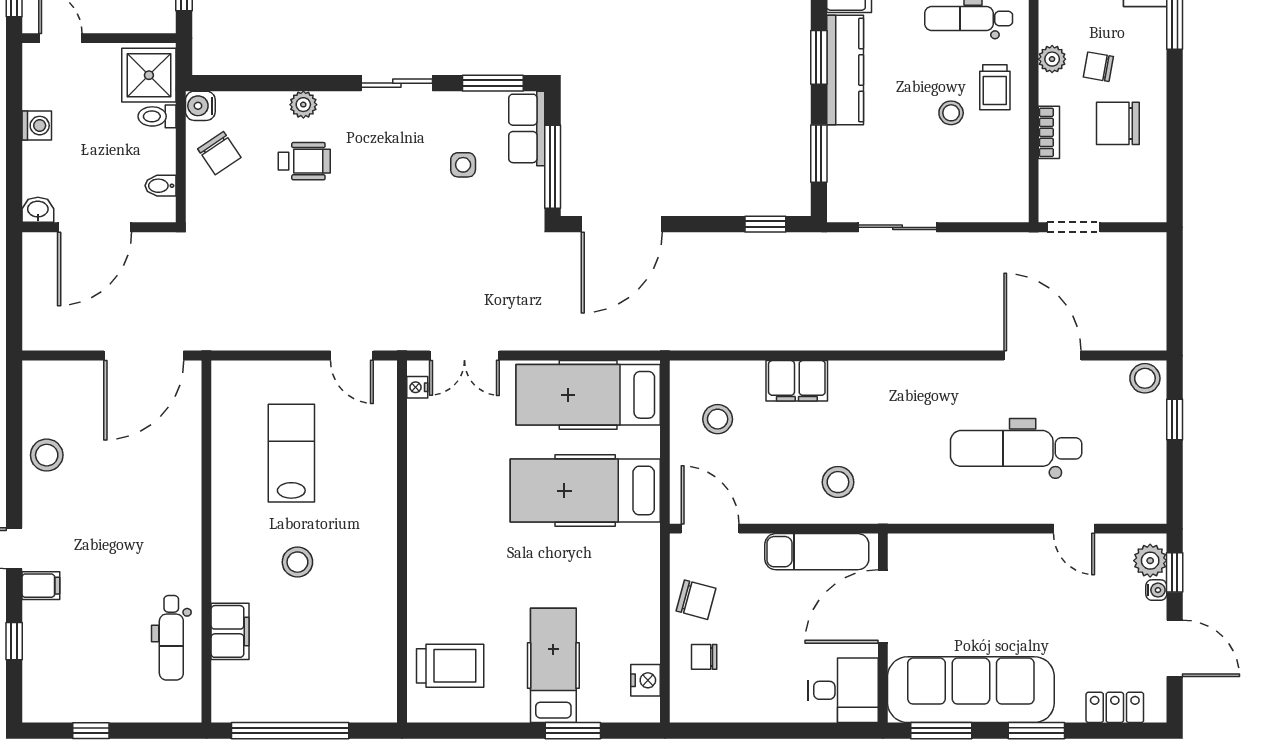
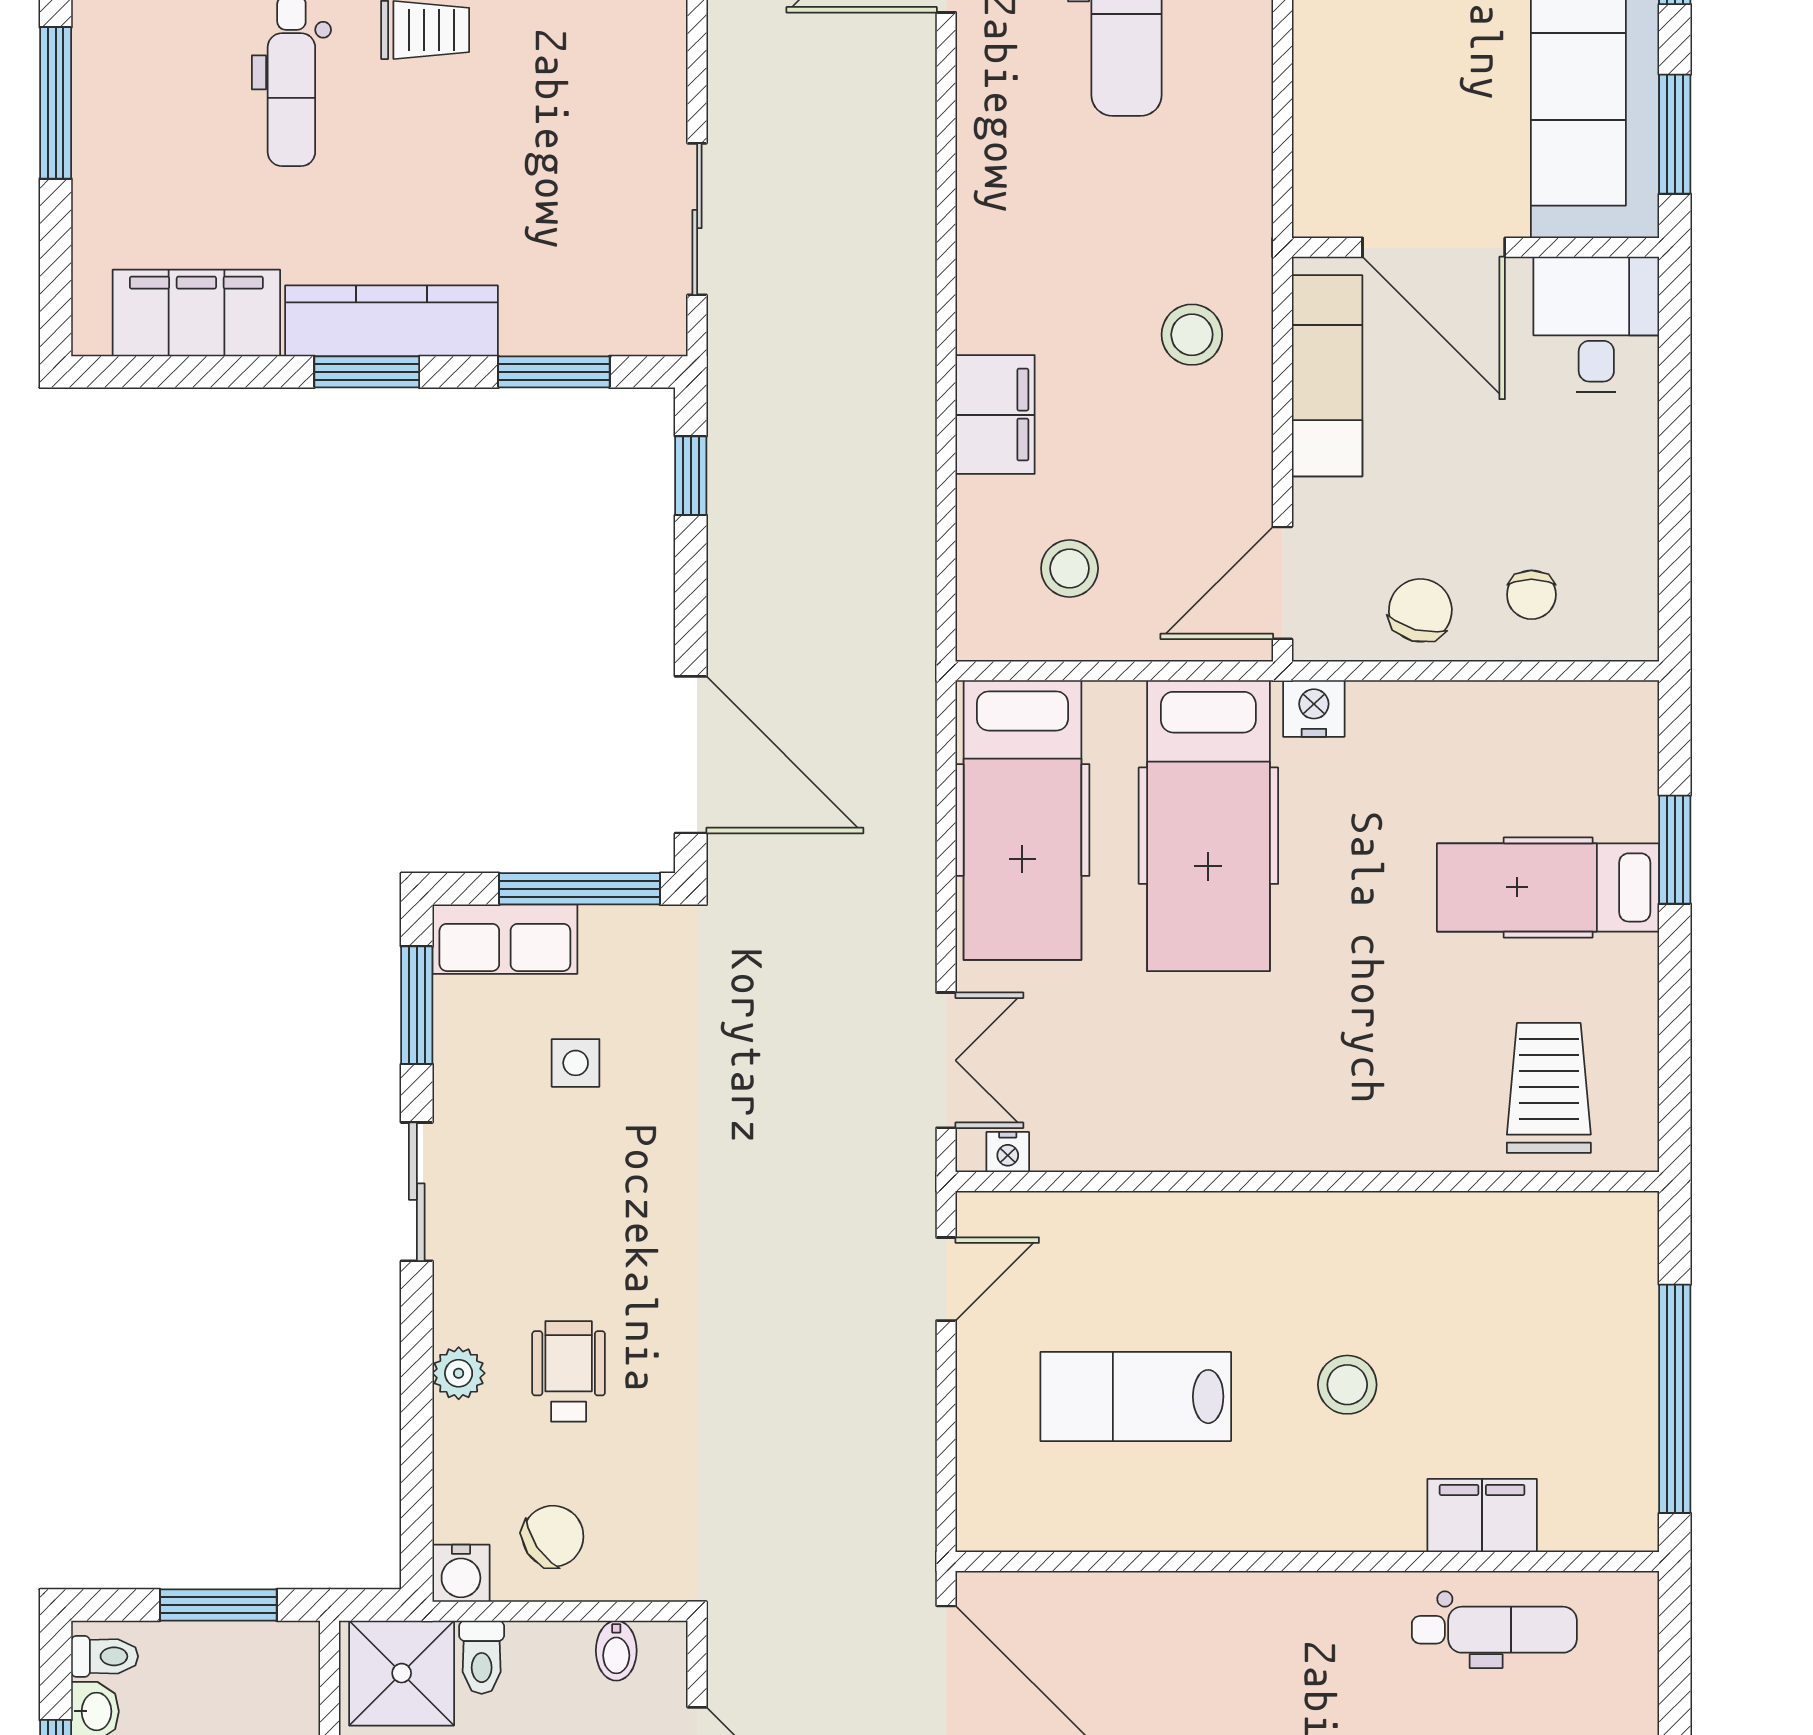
stool: (951, 113) -> (475, 115), removed
nightstand: (646, 680) -> (1314, 708), moved

